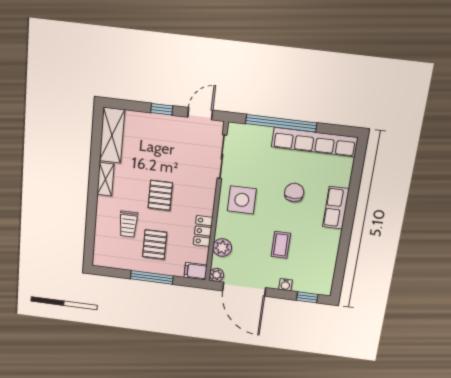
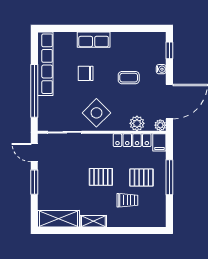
window: (162, 109) -> (34, 182), width x1.50
side table: (242, 200) -> (96, 113), turned 45
locker: (203, 231) -> (132, 140), width x1.53

